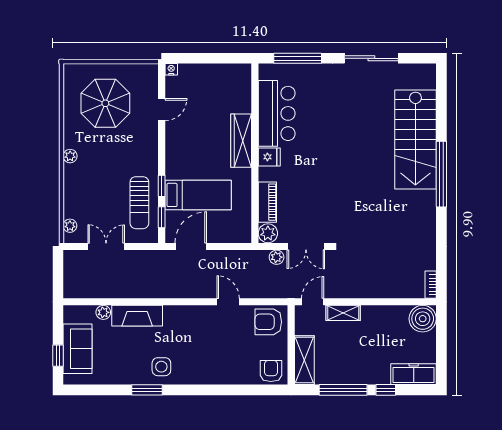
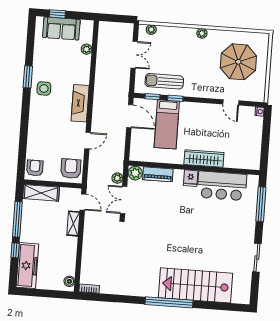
sliding door: (371, 58) -> (257, 258), width x0.73
fireplace: (137, 316) -> (80, 103), moved
boiler: (423, 319) -> (69, 281), width x0.54, depth x0.54
armchair: (271, 371) -> (35, 168), turned -90
freezer: (414, 374) -> (27, 266), width x1.36, depth x1.26

